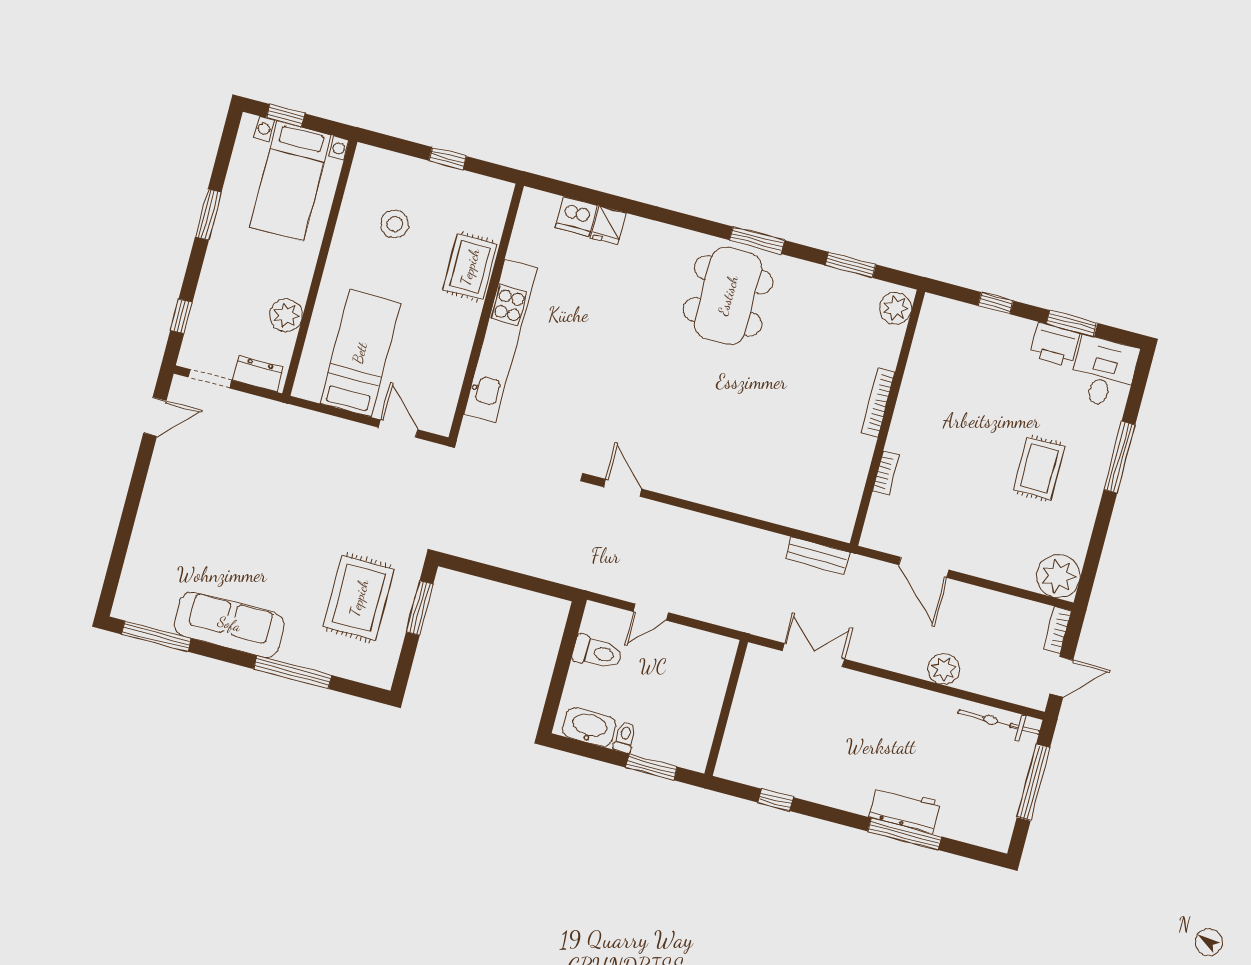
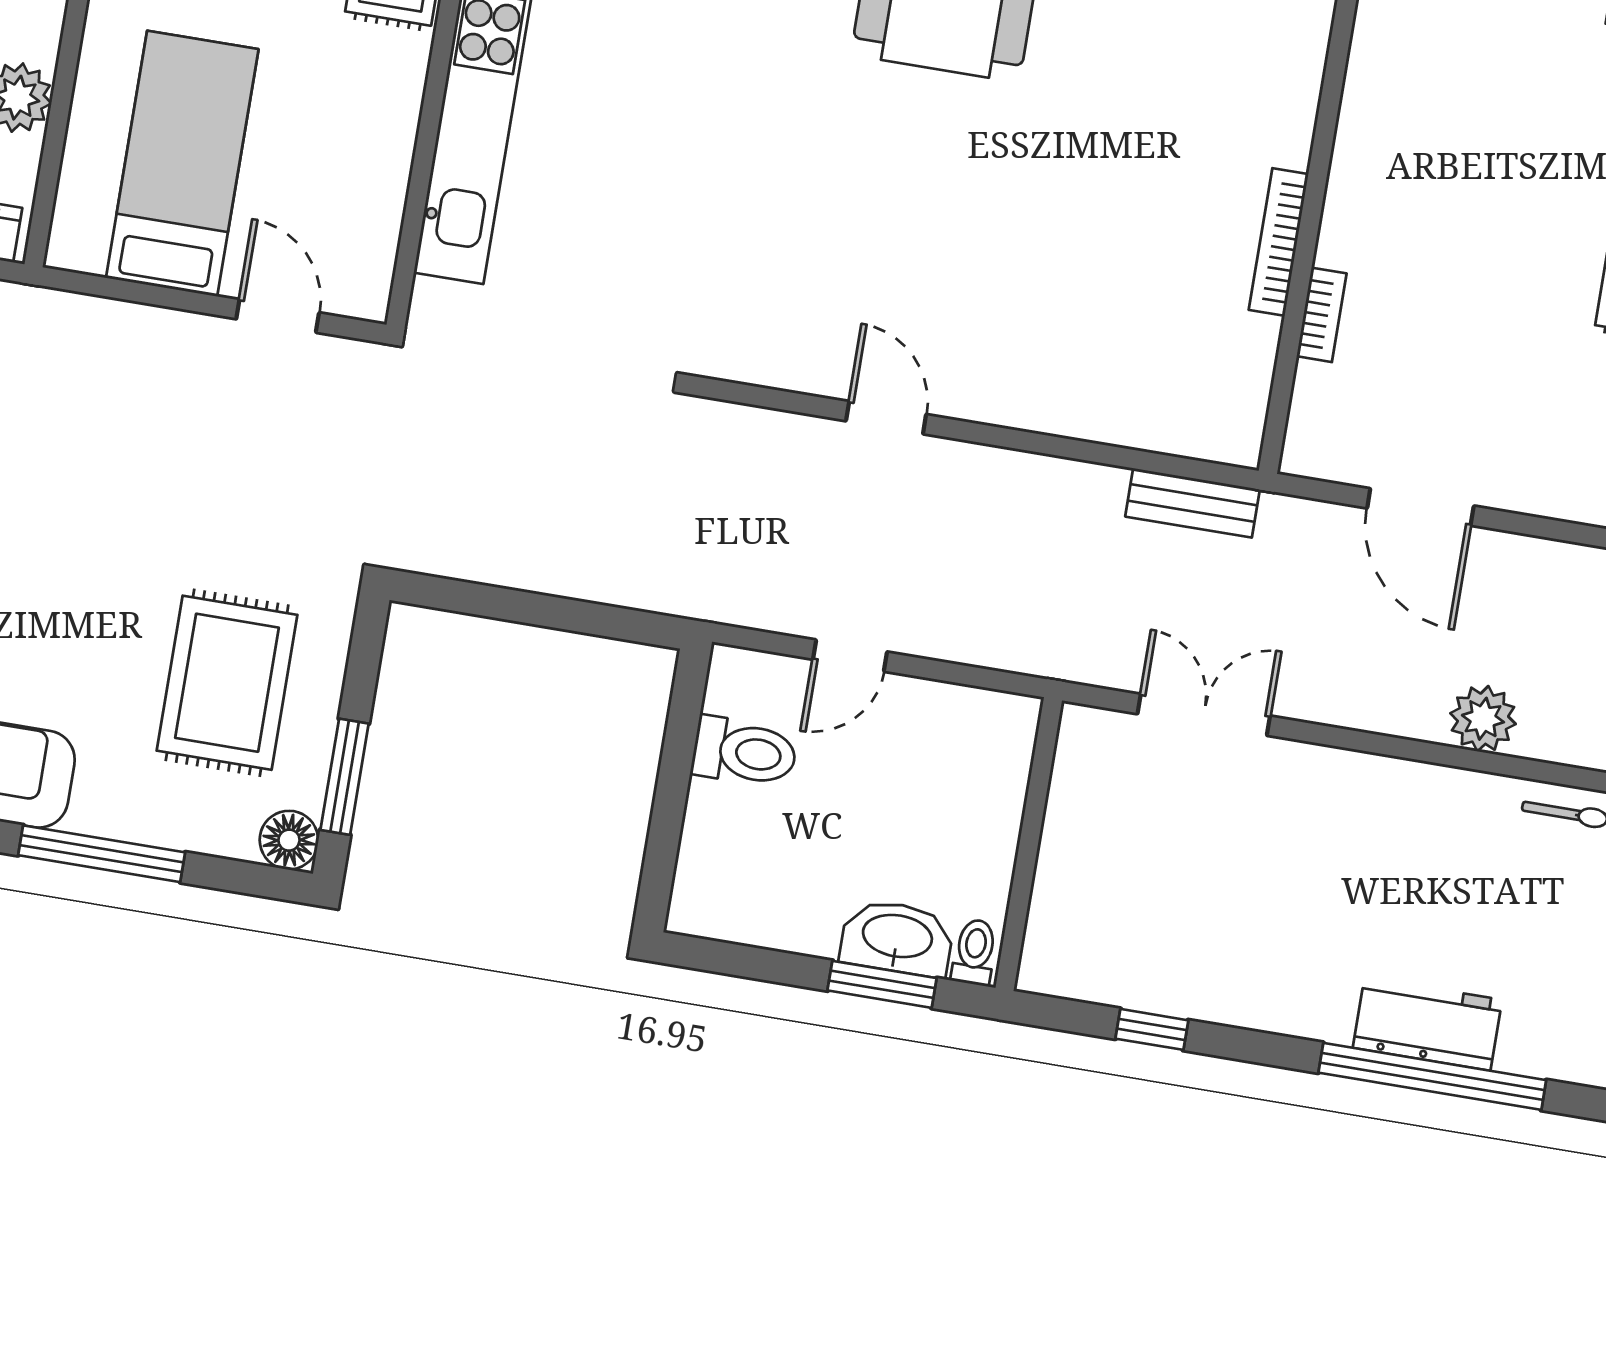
bookcase: (878, 402) -> (1279, 242), moved
door: (623, 488) -> (886, 418), moved
window: (420, 608) -> (345, 777), moved
floor lamp: (381, 674) -> (289, 840), added
washbasin: (589, 727) -> (897, 938), moved
toilet: (625, 737) -> (975, 952), moved
window: (905, 834) -> (1432, 1076), width x1.46

